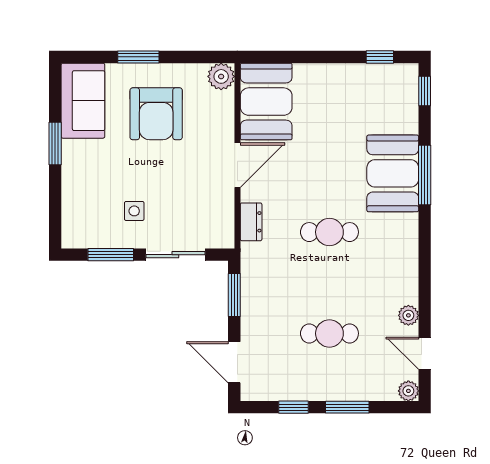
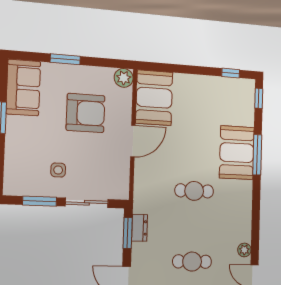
armchair: (156, 114) -> (86, 113), moved, turned -90
dresser: (251, 222) -> (140, 228), moved

